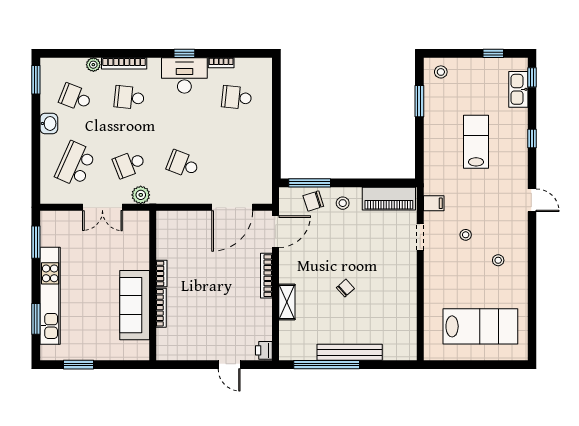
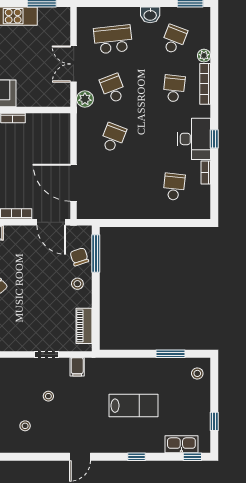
school desk: (75, 164) -> (113, 39), turned -30
piano: (389, 199) -> (84, 326), width x0.73, depth x0.75

